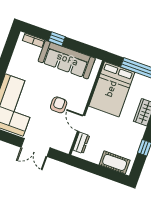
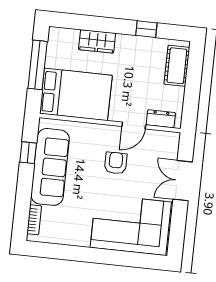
window: (57, 39) -> (28, 153), moved
armchair: (59, 105) -> (116, 163), turned 90
double door: (36, 147) -> (183, 181), swing flipped

